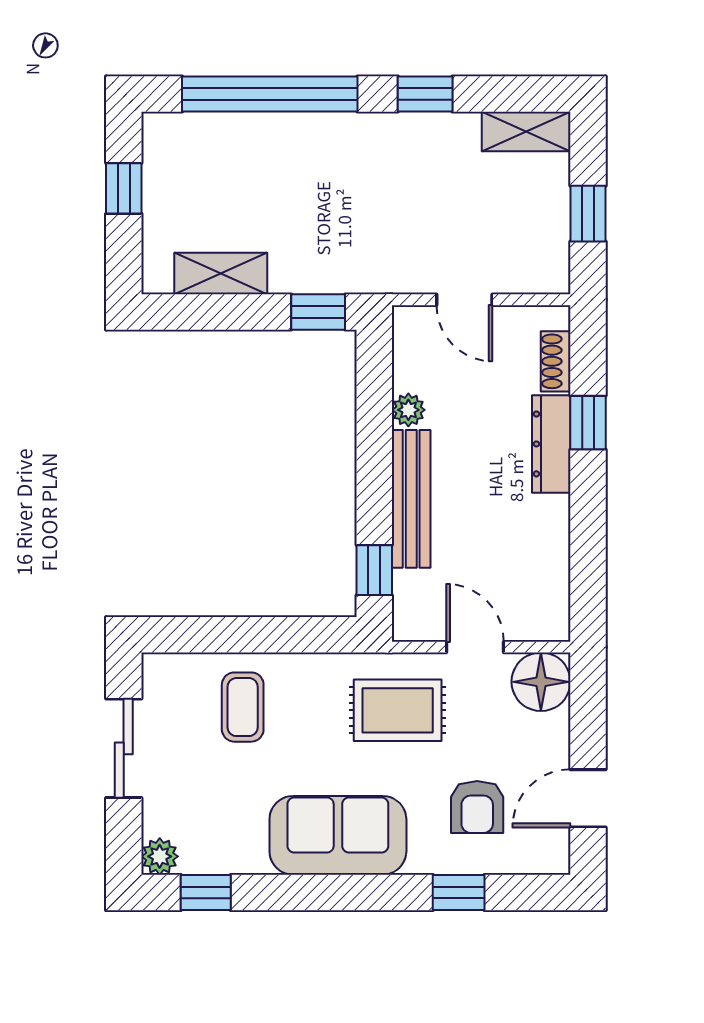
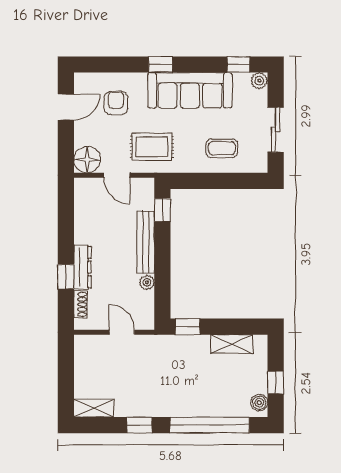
boiler: (160, 144) -> (259, 403), added
window: (588, 214) -> (66, 371), removed
coffee table: (243, 707) -> (222, 148), turned 90
sofa: (338, 835) -> (190, 90), width x1.36
window: (459, 892) -> (161, 64), moved

